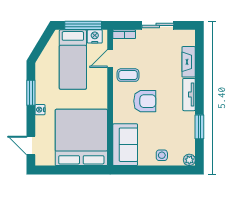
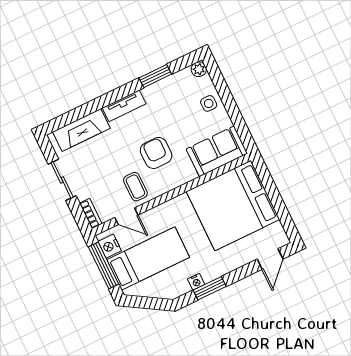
fireplace: (189, 62) -> (81, 130), width x1.37, depth x1.32
nightstand: (40, 110) -> (196, 282), moved

